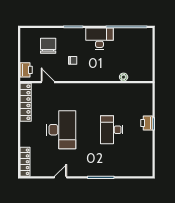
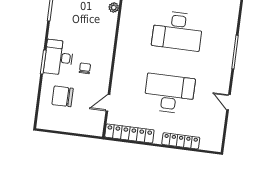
desk: (99, 39) -> (59, 57), moved
printer: (26, 70) -> (89, 128), removed
desk: (112, 130) -> (177, 31), width x1.36, depth x1.30
locker: (25, 162) -> (181, 141), moved

